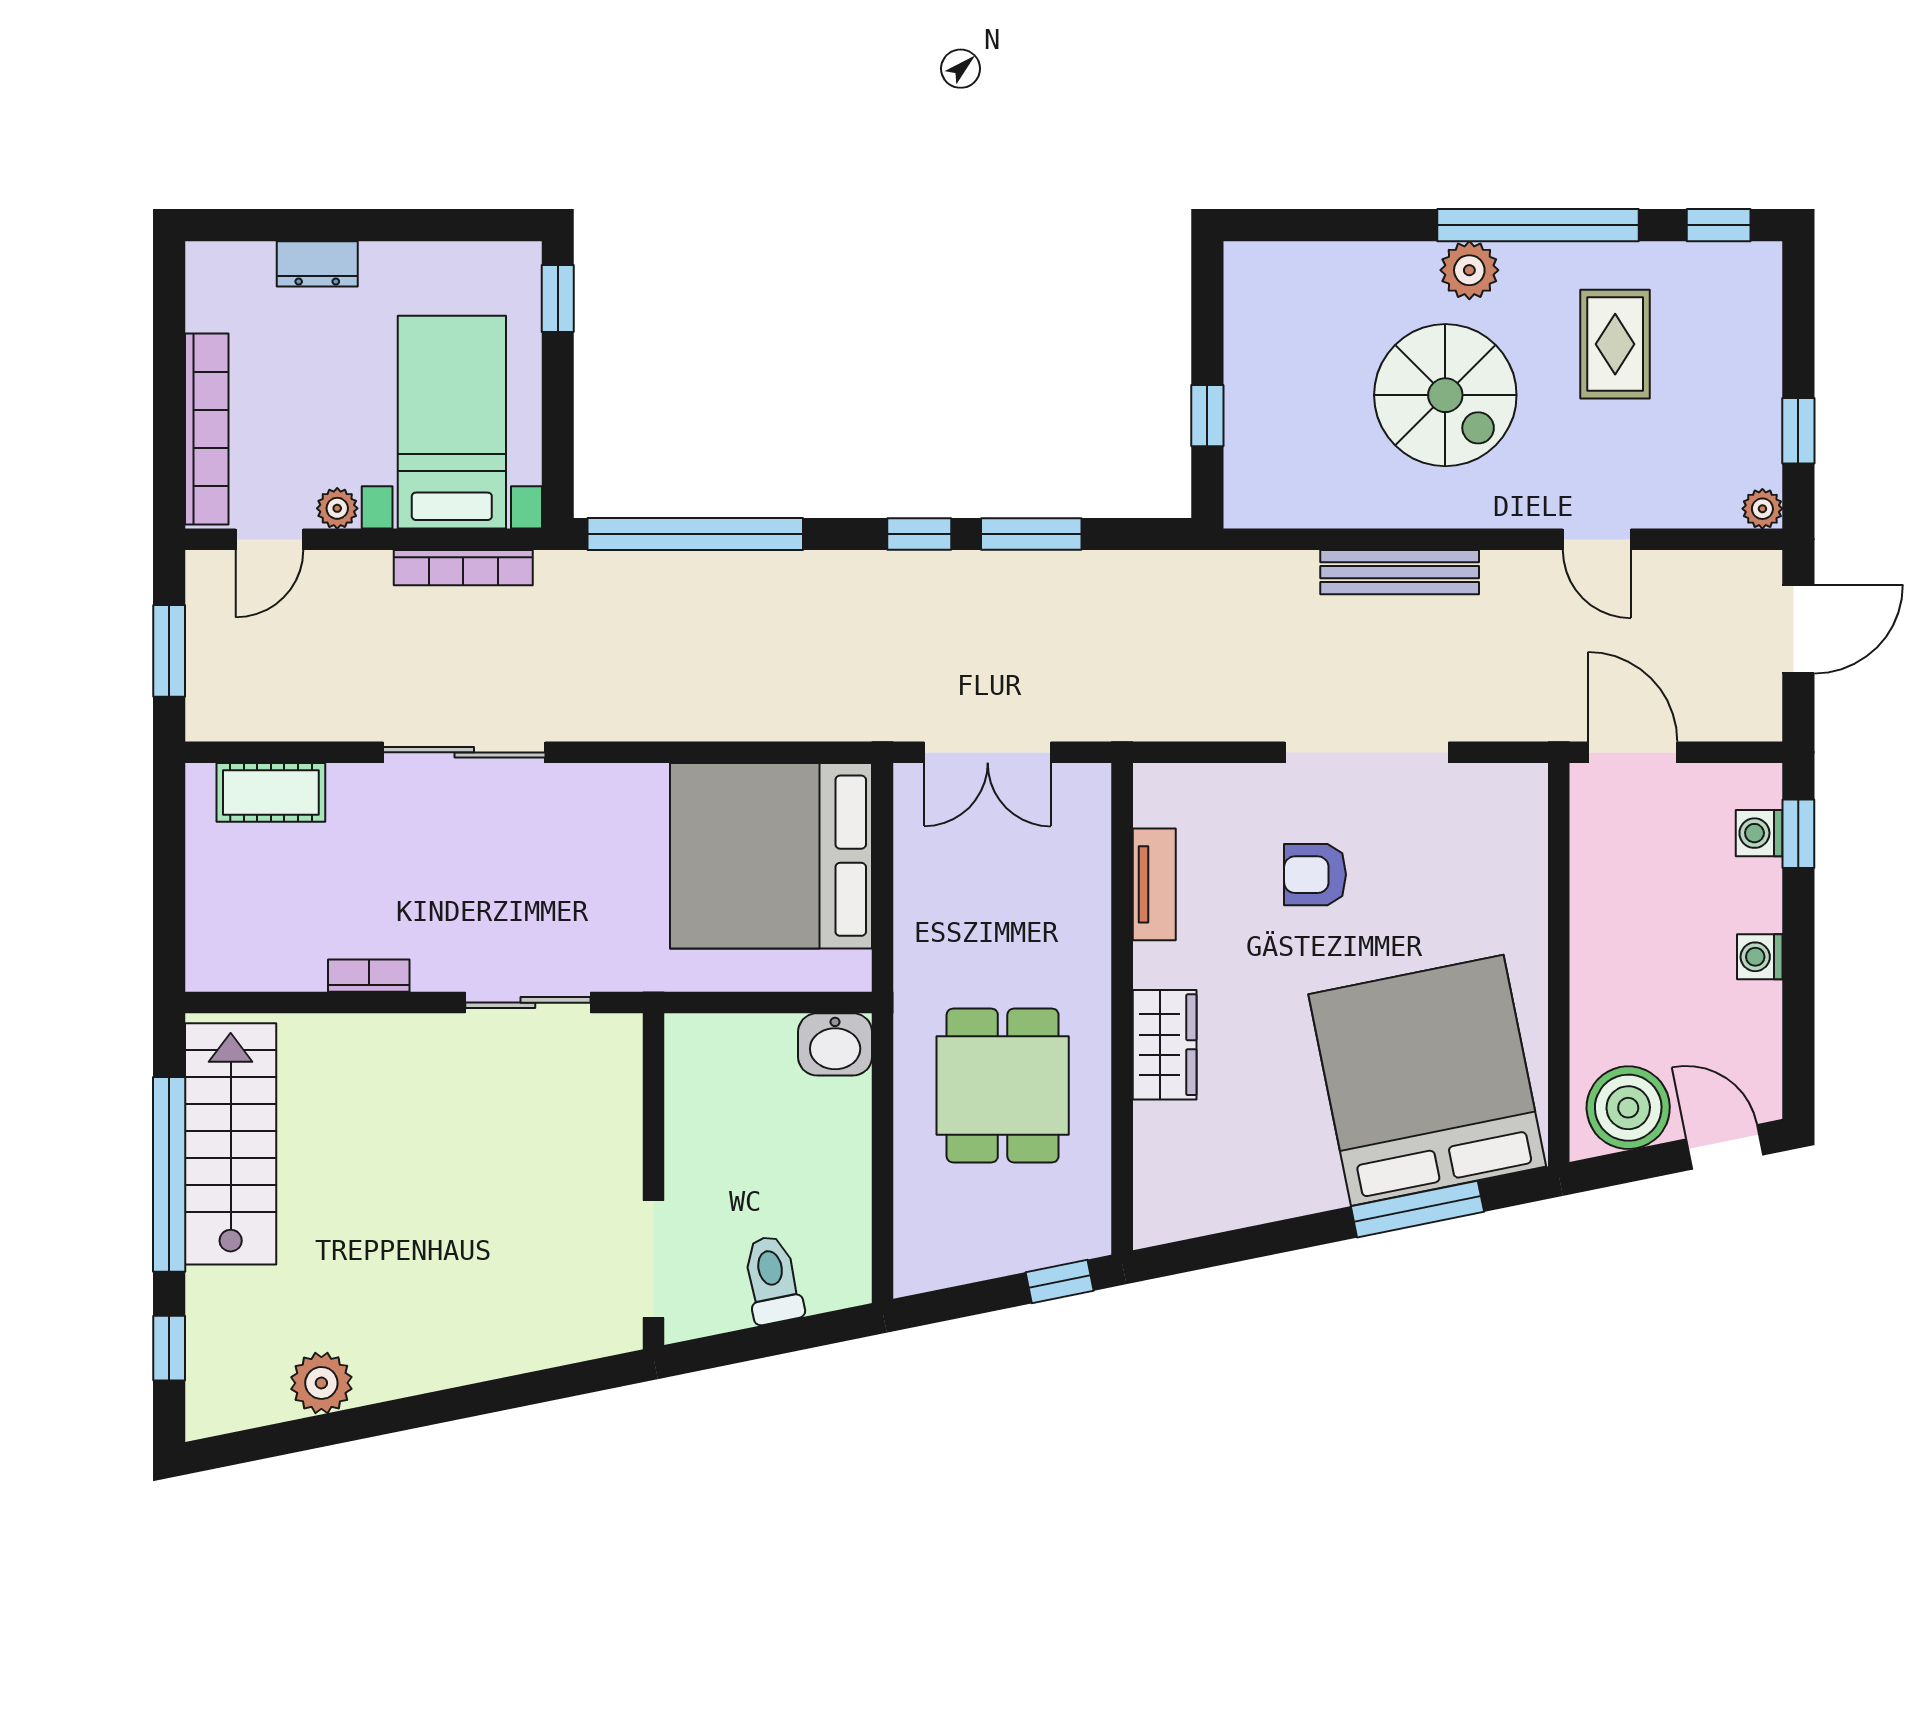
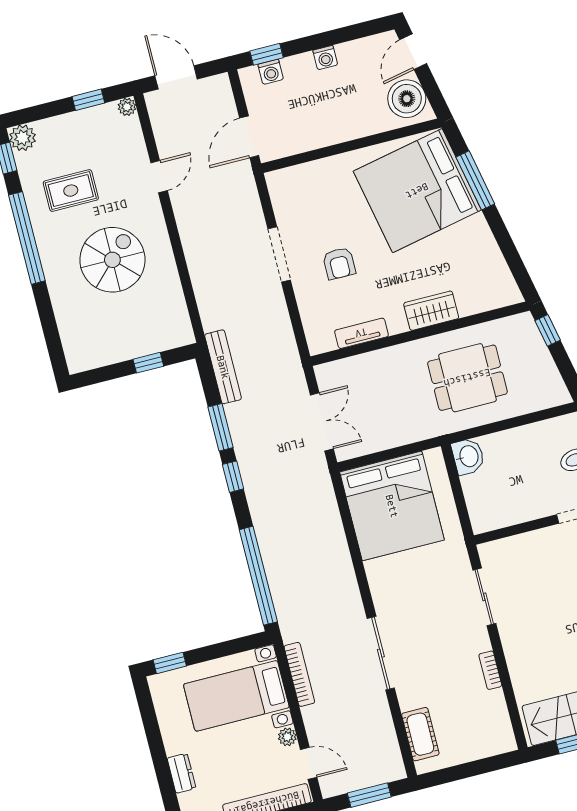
plant: (1469, 270) -> (23, 138), moved
bench: (1400, 572) -> (223, 367), moved
doorway: (1367, 752) -> (279, 254), width x0.73

